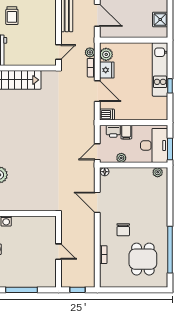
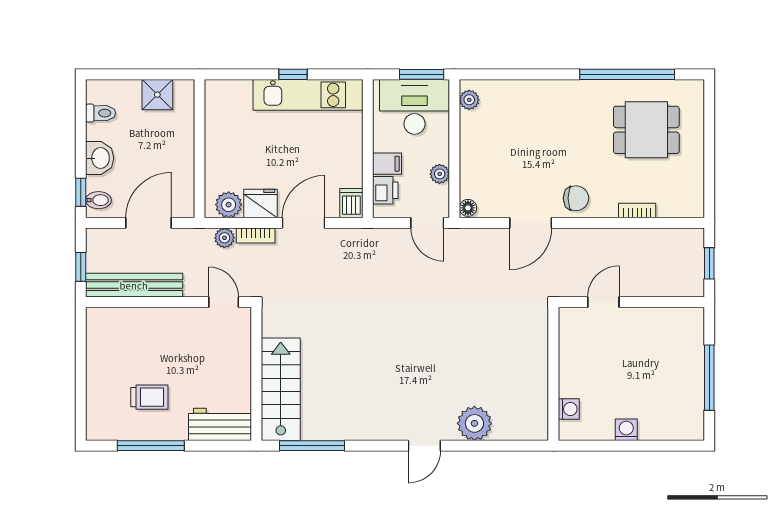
kitchen unit: (160, 69) -> (308, 95), moved
chair: (123, 230) -> (576, 198), moved
door: (59, 252) -> (603, 302), moved

